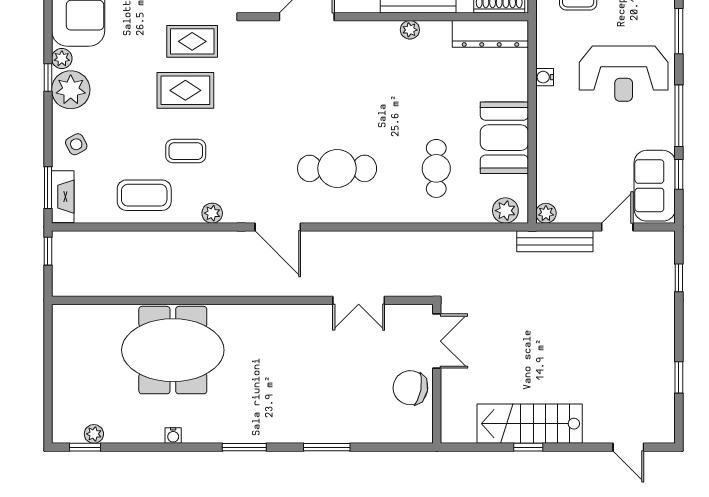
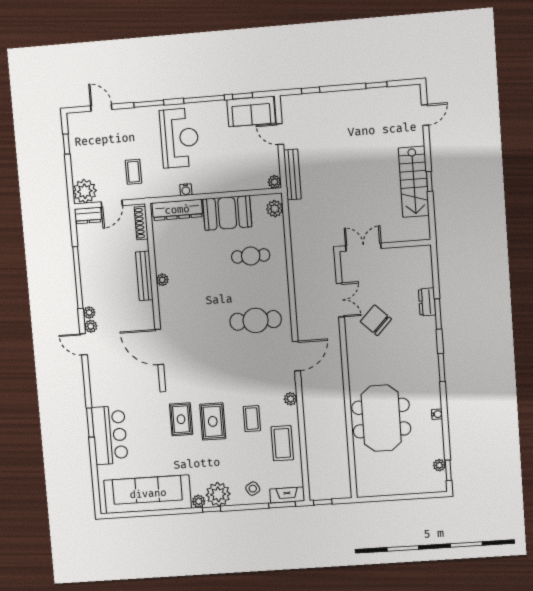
dresser: (490, 34) -> (177, 210), moved, turned 90
cafe table: (337, 168) -> (256, 320), turned 90
chair: (410, 388) -> (376, 320), moved, turned 124
dresser: (346, 432) -> (427, 302), added

